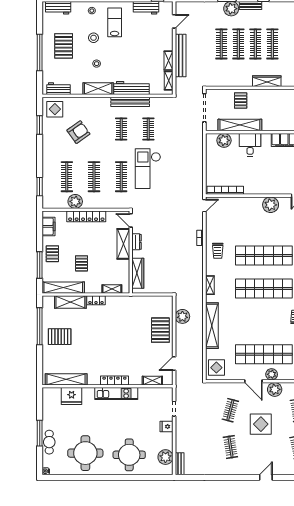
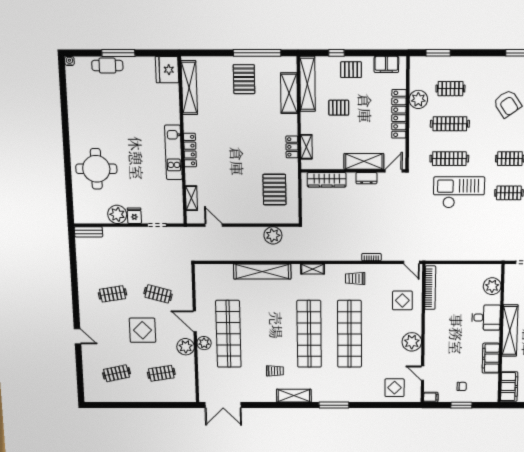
shelving: (240, 125) -> (510, 330), moved
clothes rail: (67, 177) -> (450, 89), width x0.73
window: (40, 265) -> (336, 53), width x0.46
locker: (96, 300) -> (292, 147), moved
pallet: (160, 330) -> (274, 190), moved, turned 90
display table: (216, 368) -> (402, 300), moved
door: (253, 381) -> (195, 321), hinge flipped
fridge: (72, 396) -> (167, 70), moved
round table: (85, 453) -> (96, 113), removed
plant: (165, 457) -> (117, 214), moved

